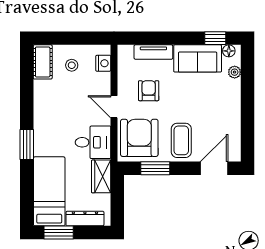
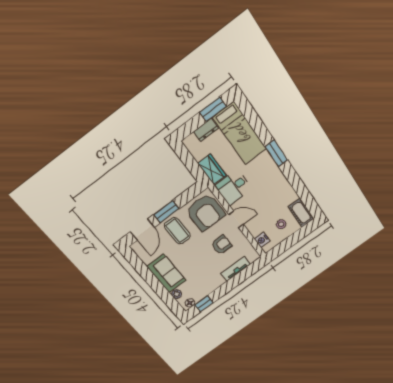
sofa: (198, 58) -> (166, 273), moved, turned 90
armchair: (149, 91) -> (221, 245), turned -90
window: (155, 168) -> (166, 212), moved
dresser: (85, 219) -> (206, 130), width x0.70

